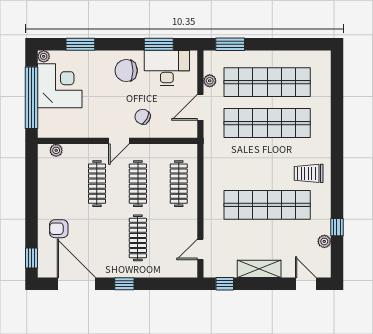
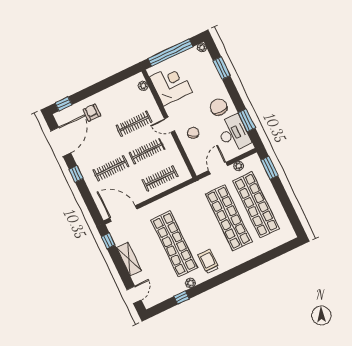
corner desk: (60, 86) -> (171, 85), moved, turned -90
door: (200, 107) -> (218, 168), hinge flipped
plant: (324, 241) -> (190, 283), moved
door: (200, 249) -> (123, 214), width x1.87

